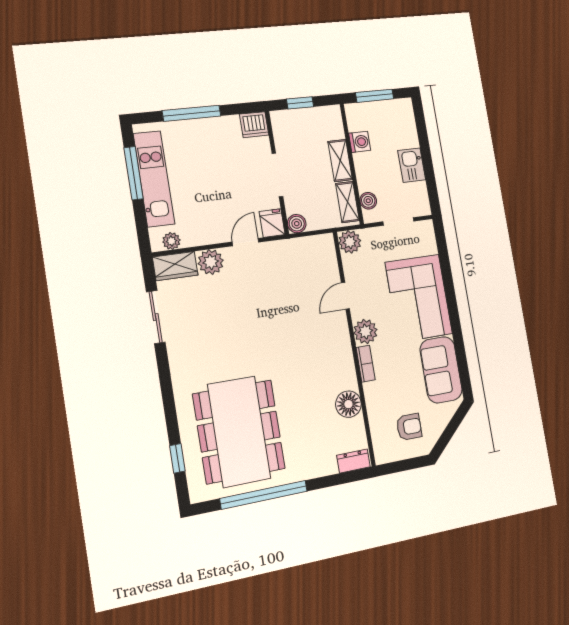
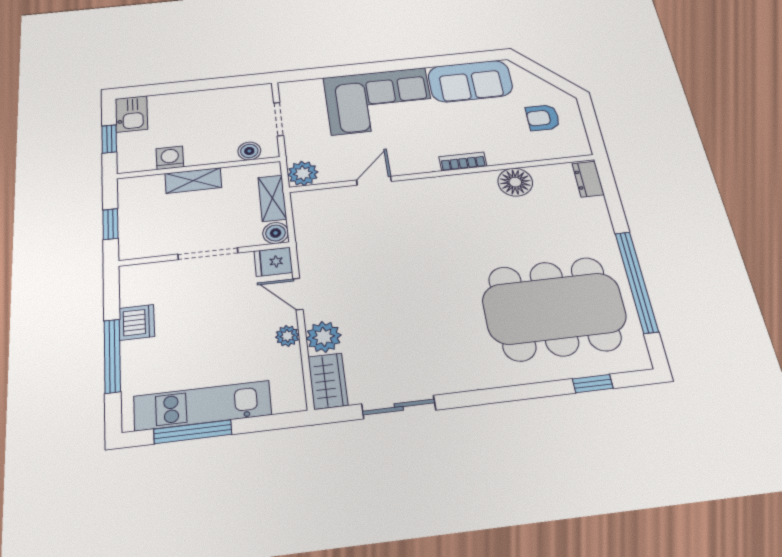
window: (375, 96) -> (109, 139), width x0.67
dishwasher: (254, 125) -> (137, 322), moved
kitchen sink: (412, 165) -> (131, 114), moved, turned -90
shelving: (347, 202) -> (272, 198), moved, turned 90
plant: (171, 241) -> (287, 336), moved
door: (345, 296) -> (374, 181), swing flipped
plant: (365, 331) -> (421, 160), removed
armchair: (409, 427) -> (543, 118), turned -90

